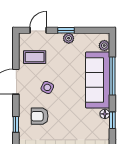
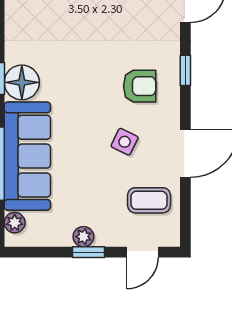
floor lamp: (105, 114) -> (22, 82), width x1.89, depth x1.89

